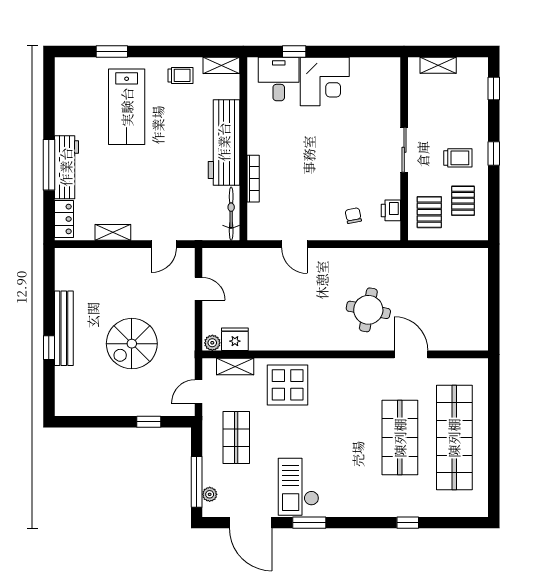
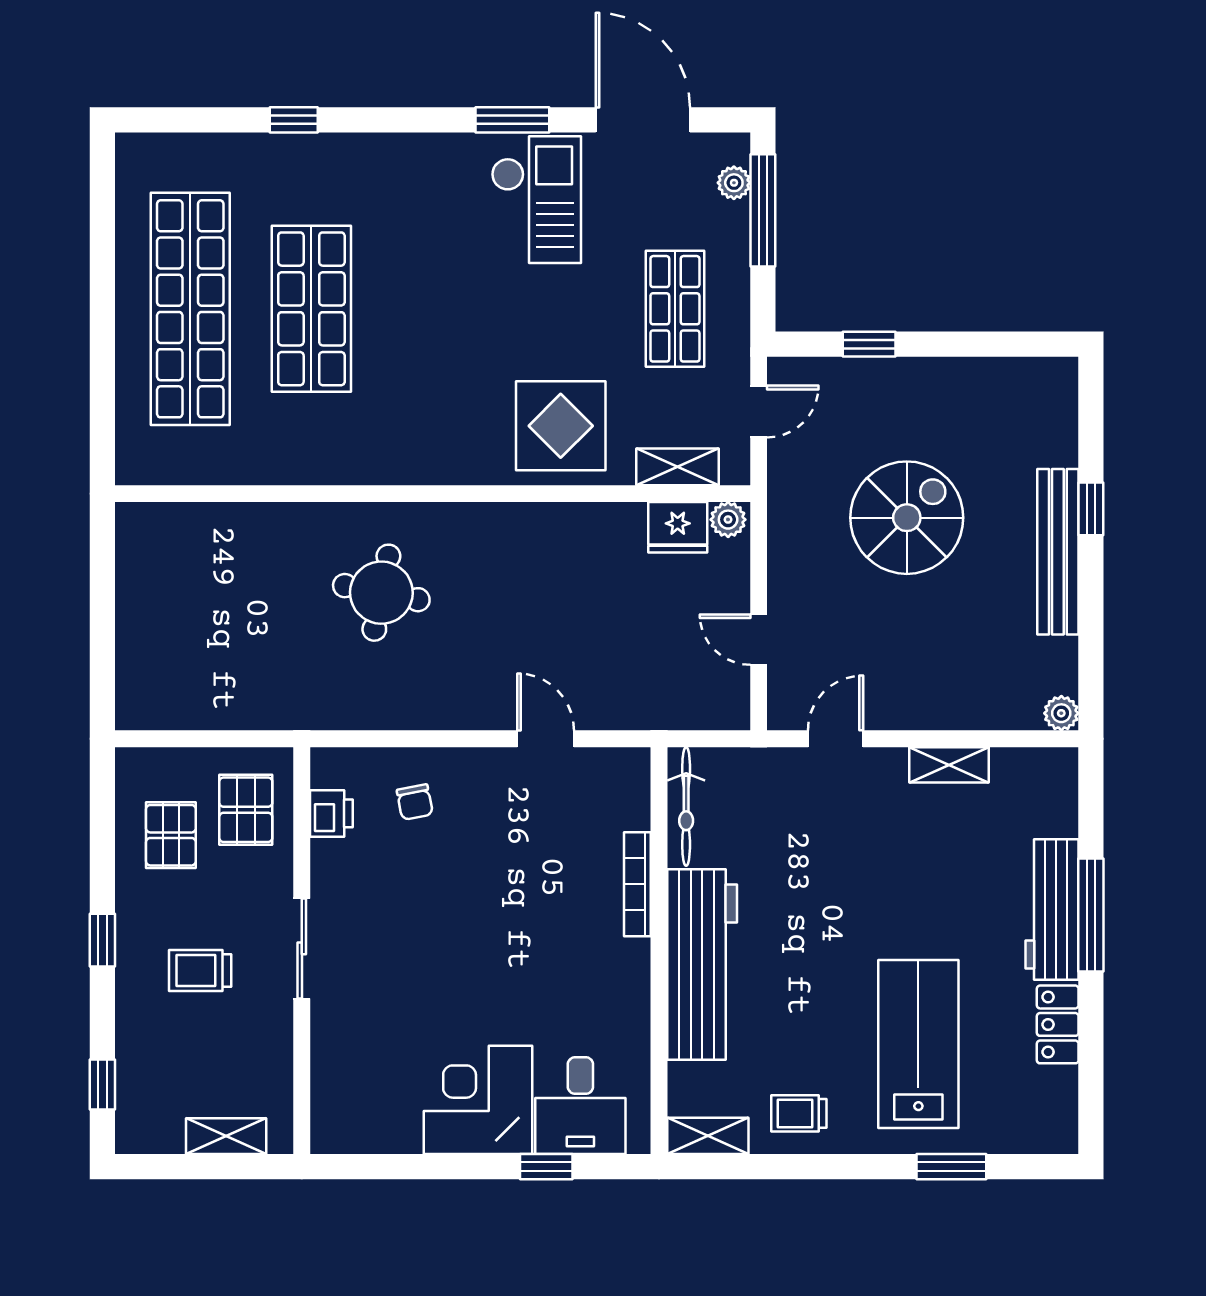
trolley: (458, 158) -> (200, 970), moved
locker: (64, 219) -> (1058, 1024), moved
plant: (62, 256) -> (1061, 713), added
door: (411, 354) -> (286, 494), removed

